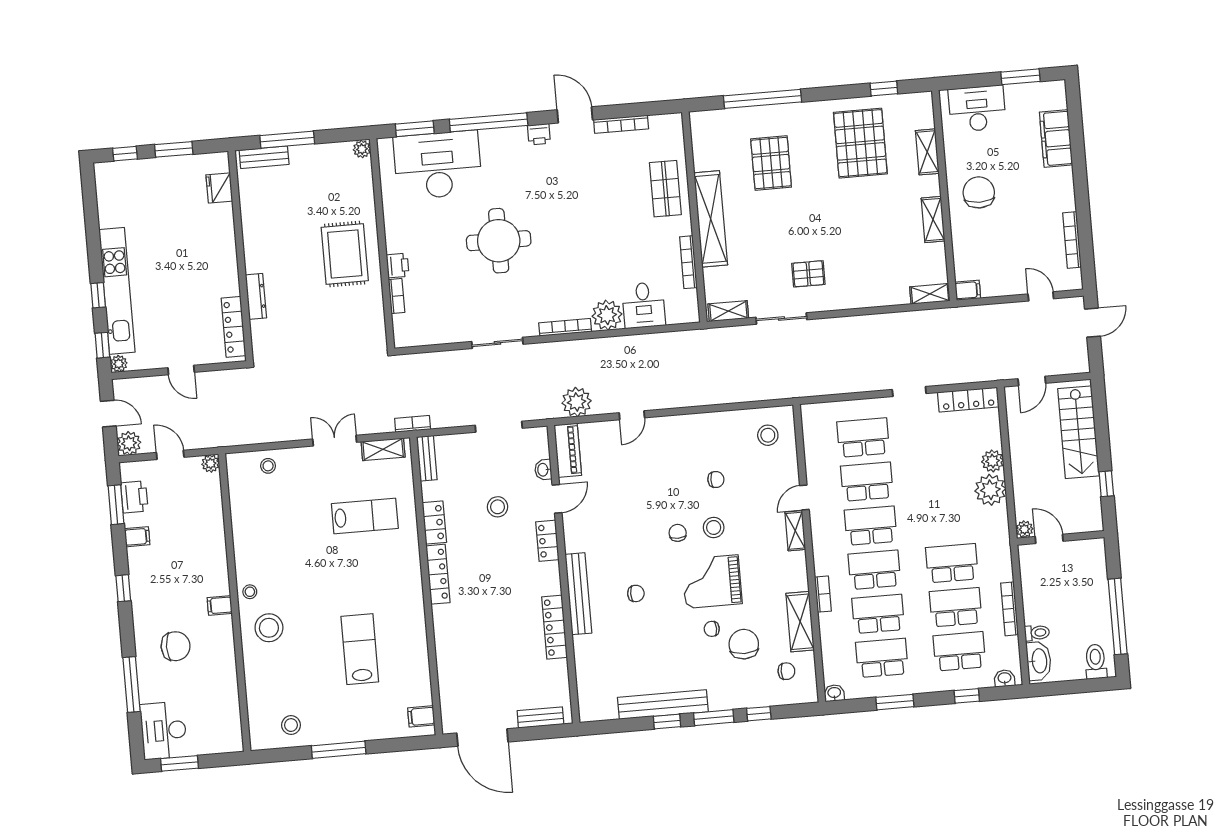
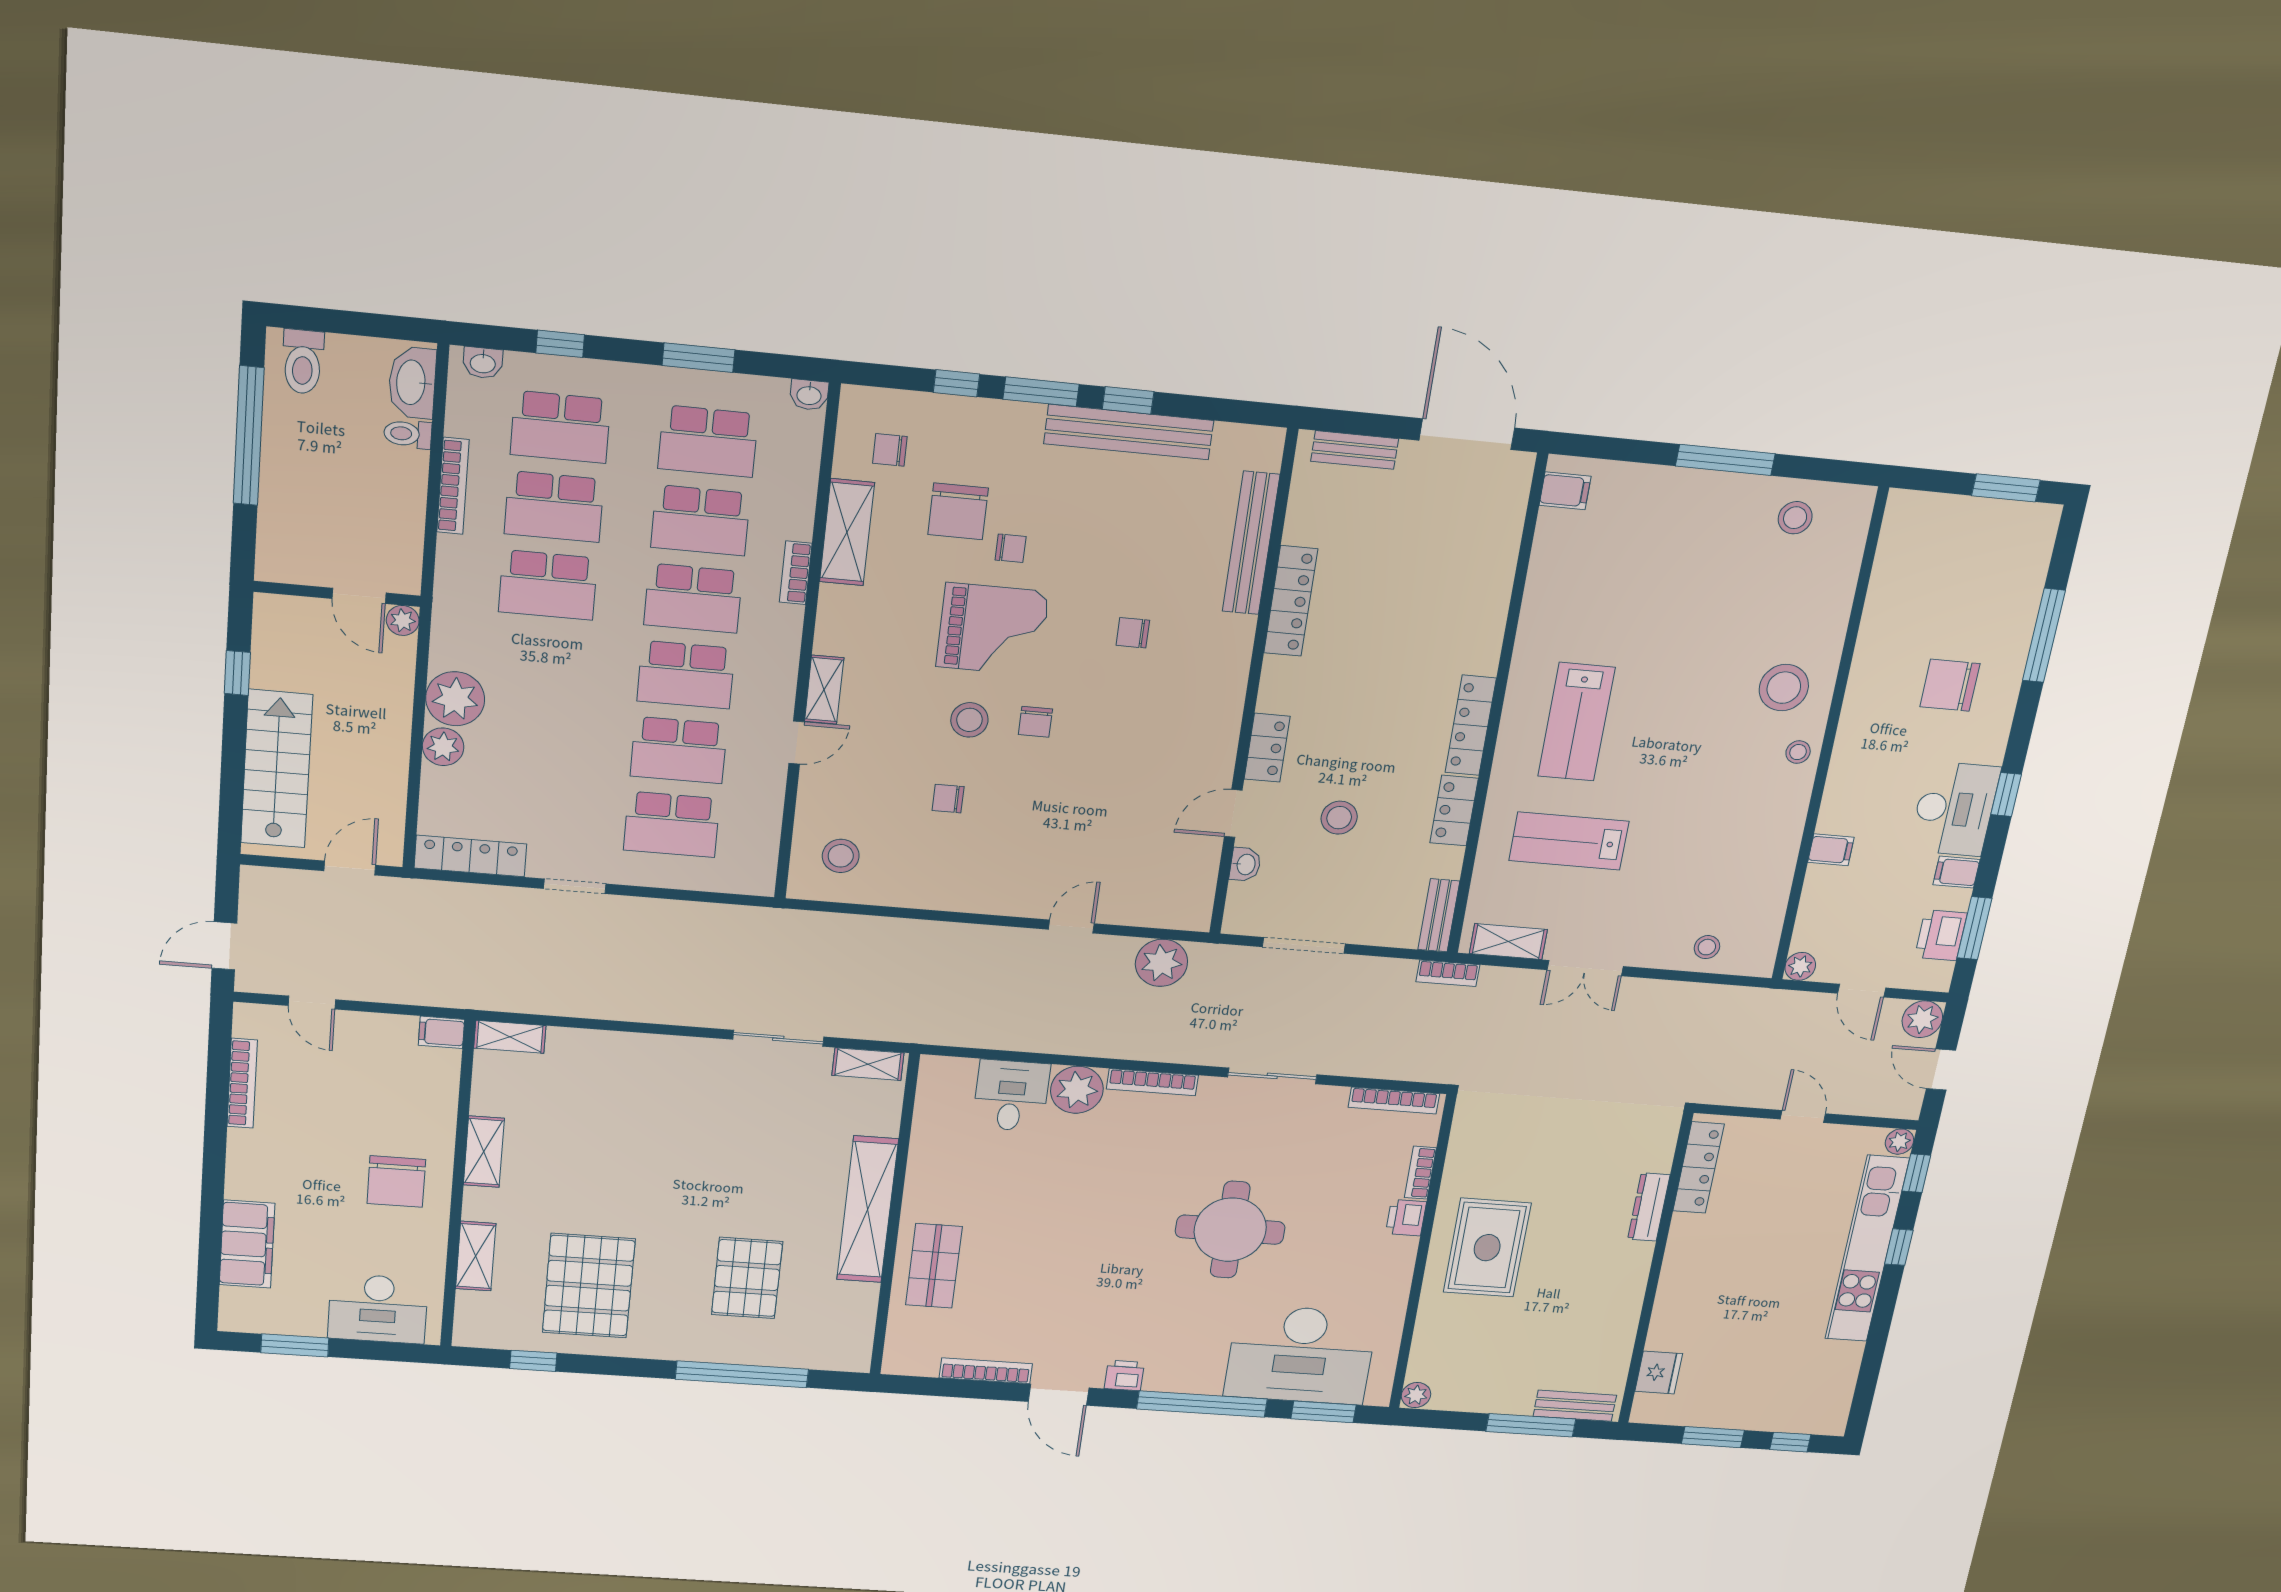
bookcase: (688, 262) -> (1394, 1100), moved, turned 90
pallet: (808, 274) -> (717, 1101), removed
piano: (568, 450) -> (1195, 889), removed
bench: (578, 594) -> (1251, 543), moved
filing cabinet: (220, 605) -> (1831, 850), moved
lab bench: (360, 649) -> (1576, 722), moved
desk: (164, 731) -> (1954, 809), moved

